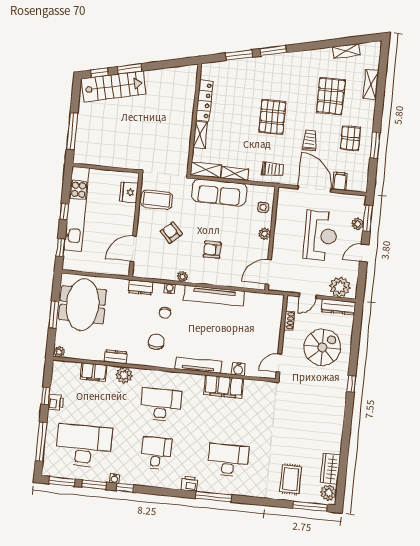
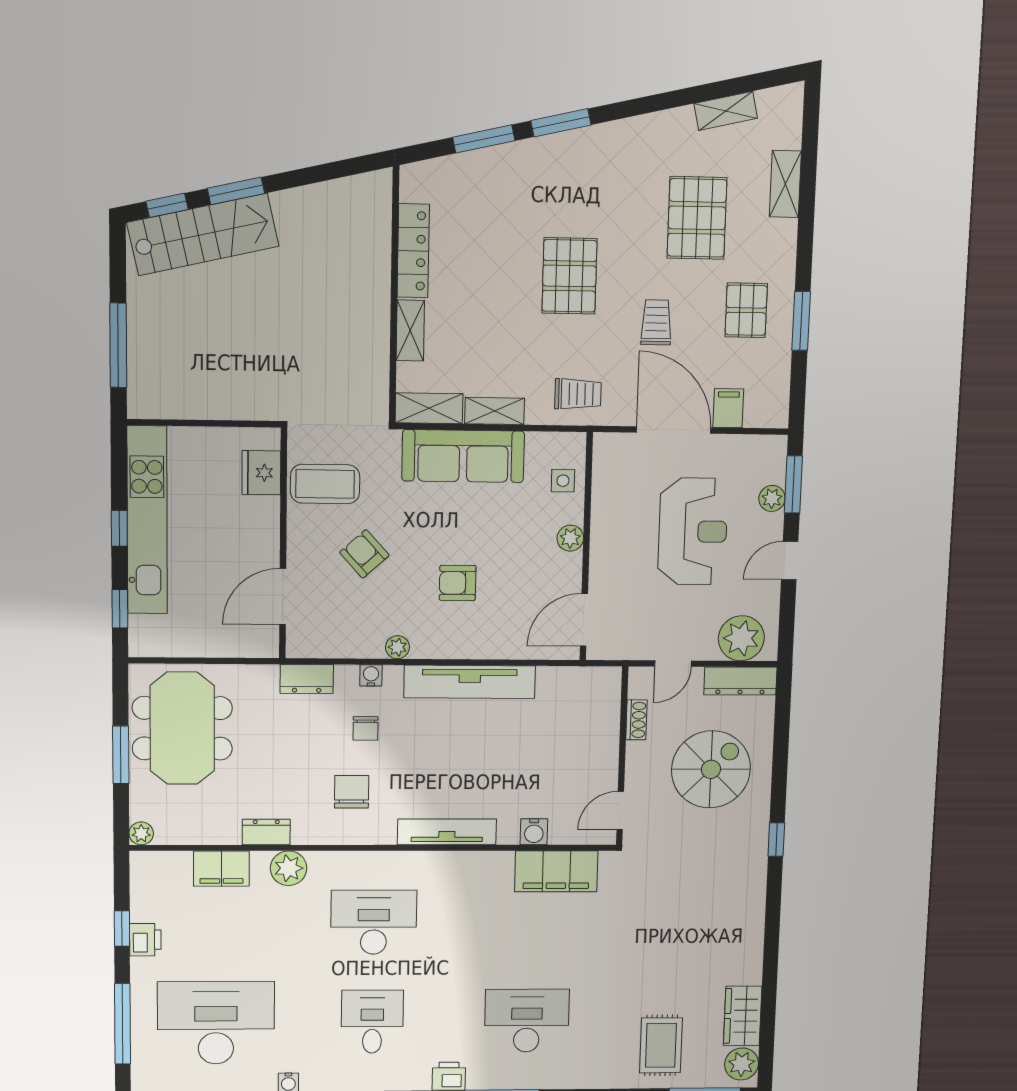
filing cabinet: (224, 387) -> (556, 871), moved

